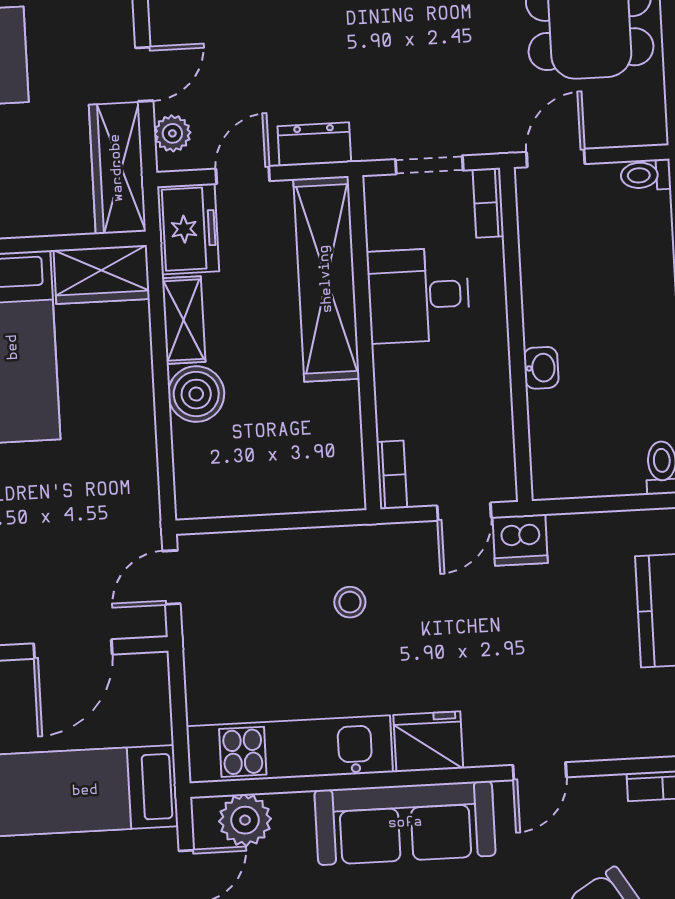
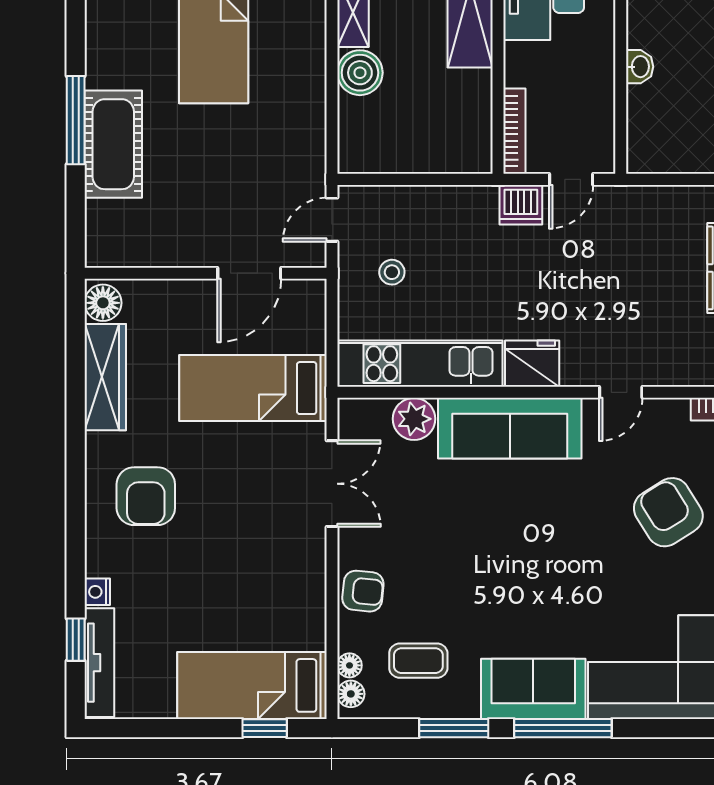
bookcase: (392, 475) -> (514, 131), width x1.56
dishwasher: (520, 540) -> (521, 205), moved
stool: (350, 602) -> (392, 272), moved
plant: (245, 820) -> (414, 419), moved

